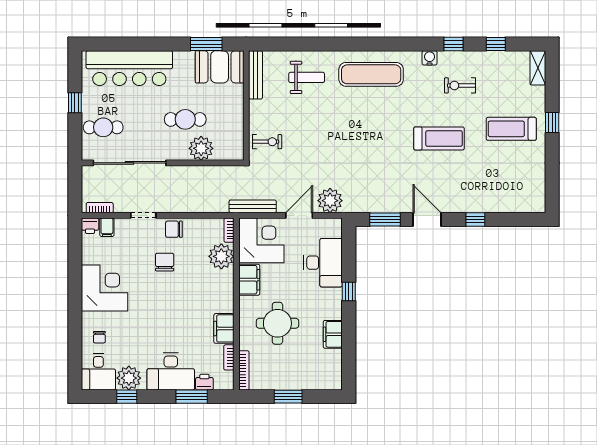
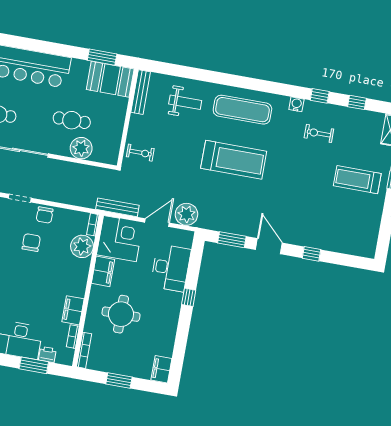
treadmill: (439, 138) -> (234, 160), moved, width x1.37, depth x1.38
chair: (174, 229) -> (45, 215), turned -90
filing cabinet: (333, 334) -> (161, 369), moved

